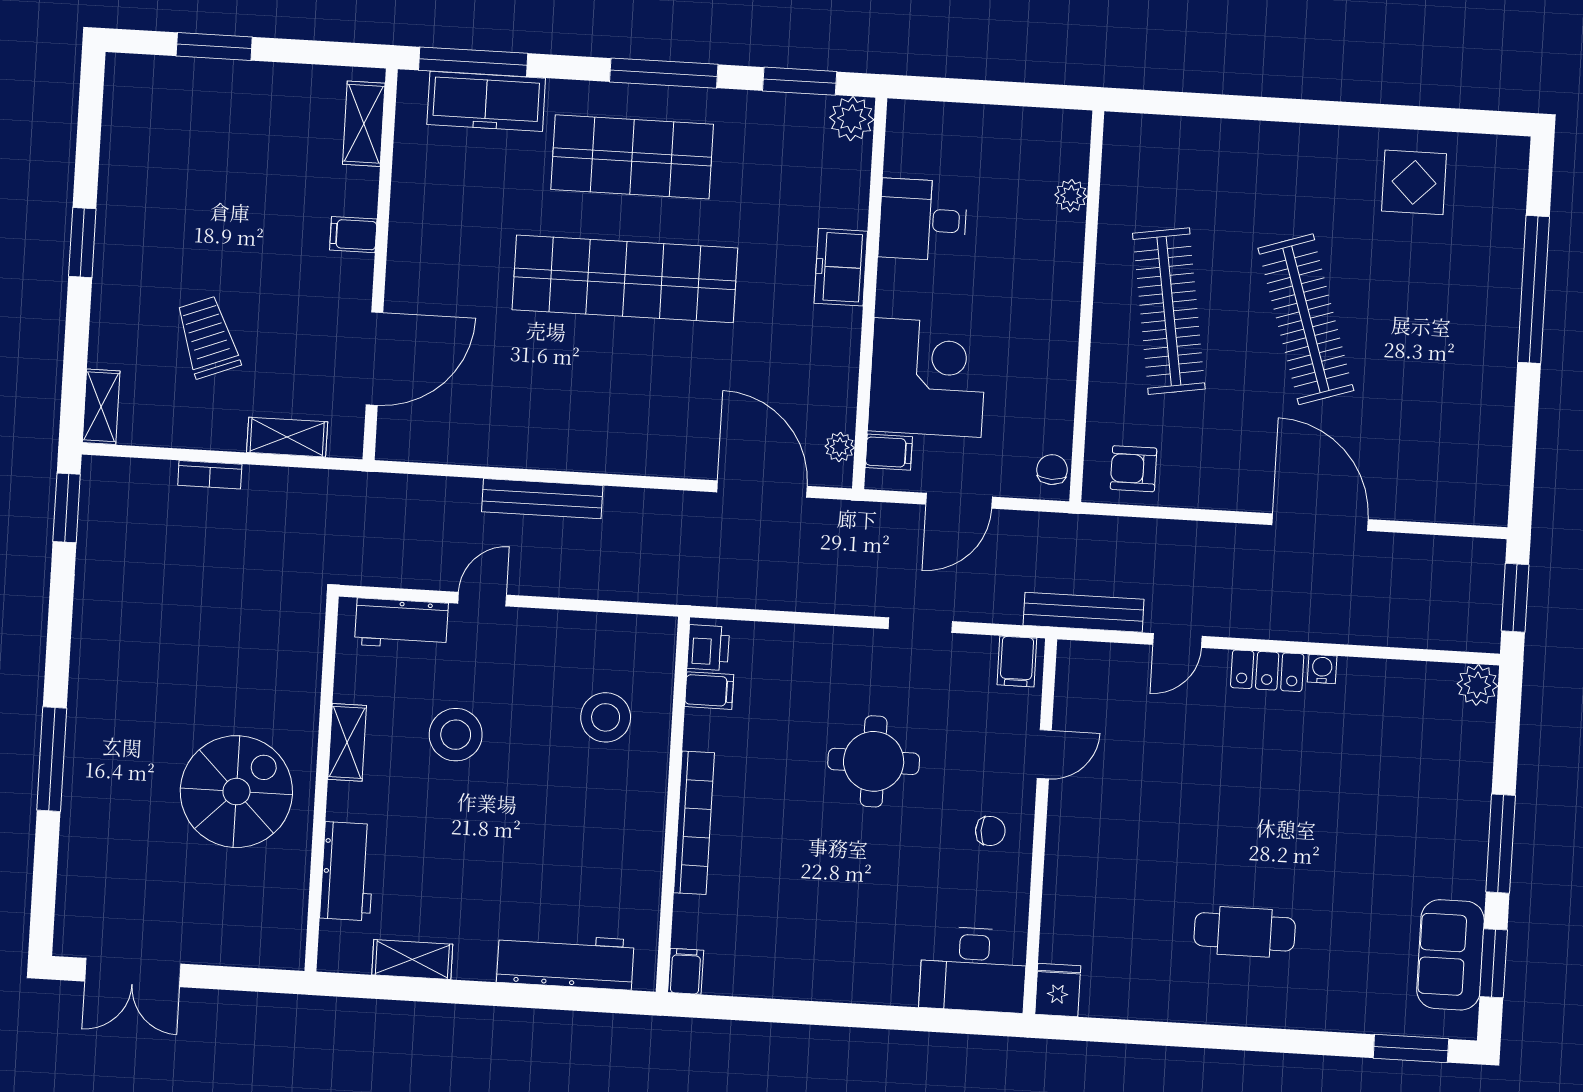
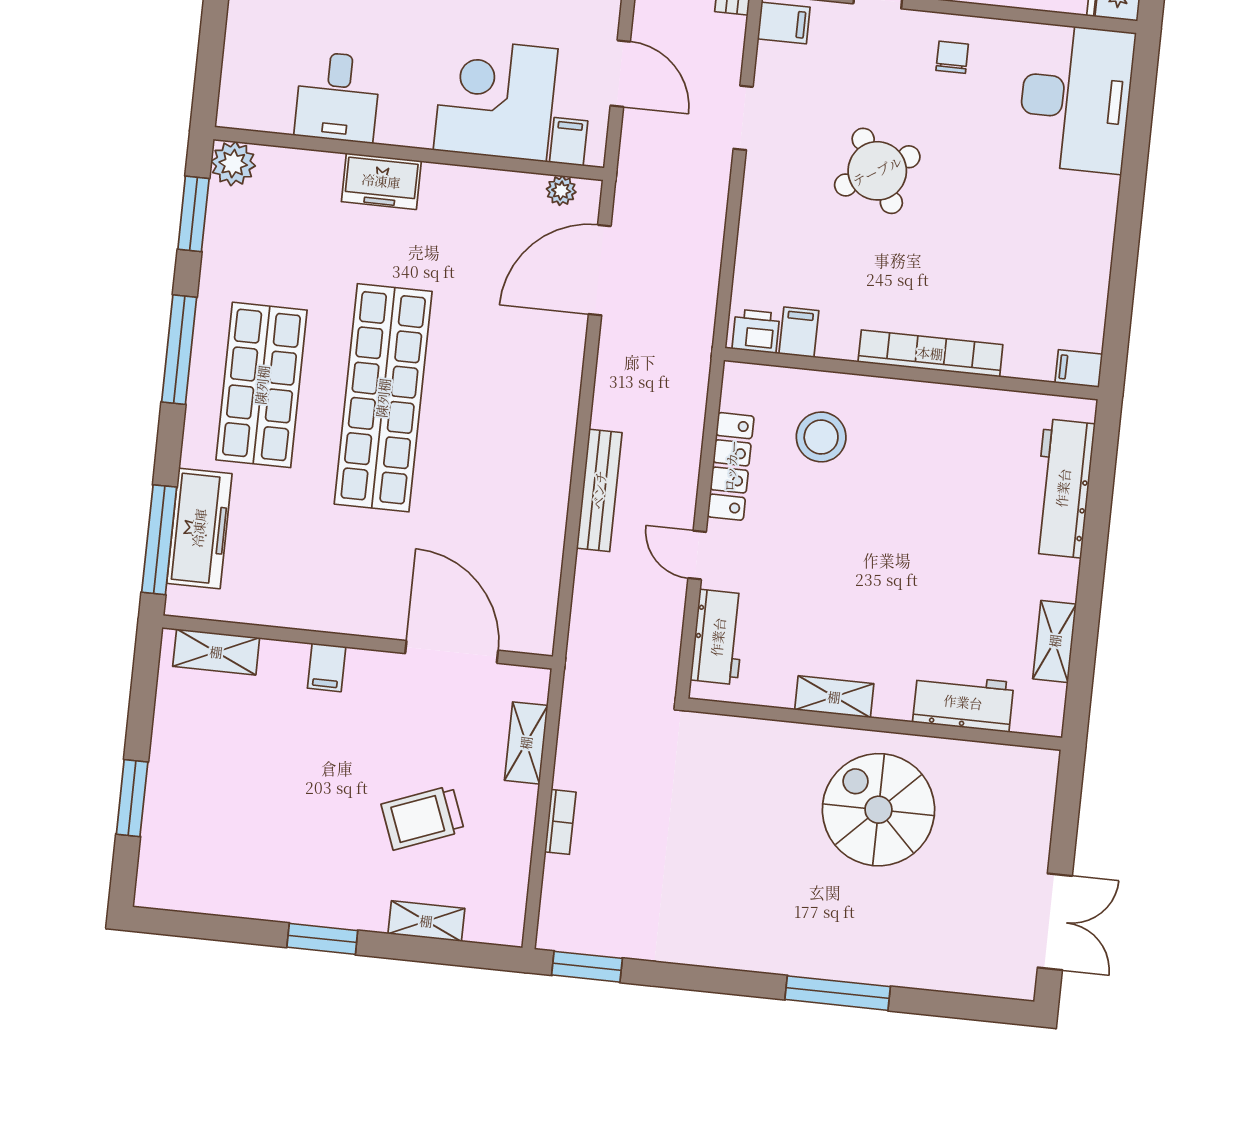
shelving: (101, 407) -> (426, 921), moved
locker: (572, 629) -> (731, 466), added
stool: (456, 735) -> (832, 588), removed
round table: (874, 761) -> (877, 171), turned -30
desk: (973, 969) -> (1076, 98), width x1.36, depth x1.30

